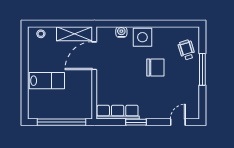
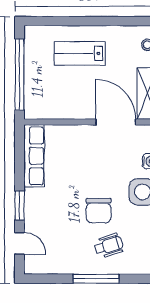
wheelchair: (187, 50) -> (109, 246), moved
lab bench: (47, 81) -> (80, 53), turned 90
window: (136, 122) -> (20, 205), moved

